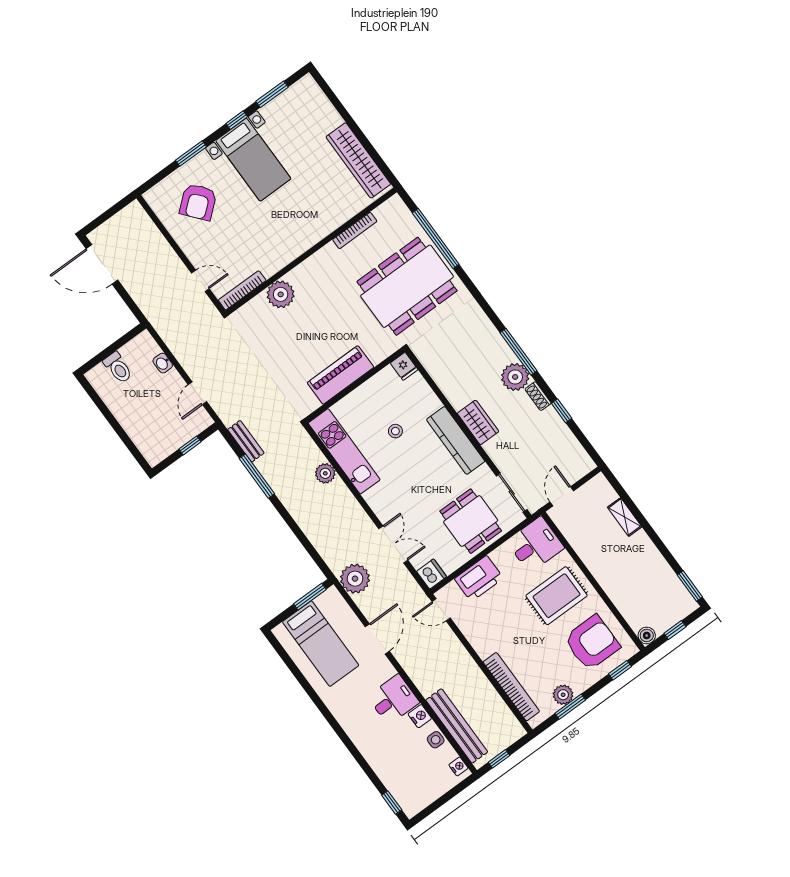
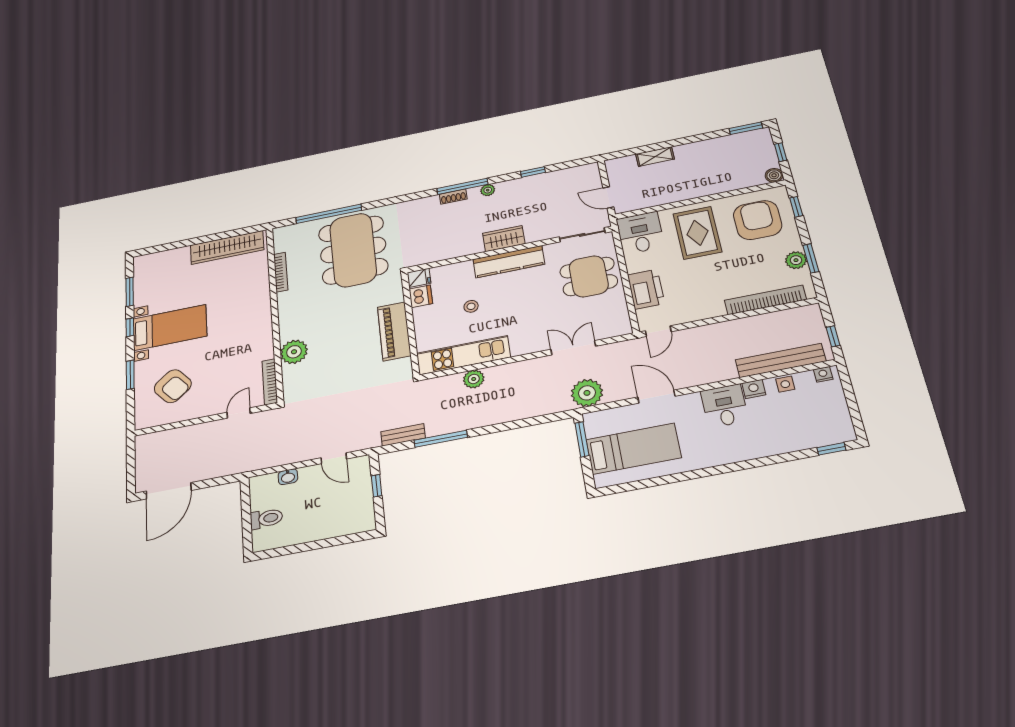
plant: (515, 377) -> (488, 190), width x0.53, depth x0.53
shoe rack: (538, 396) -> (453, 197), moved
dishwasher: (432, 574) -> (421, 296), moved, turned 90

